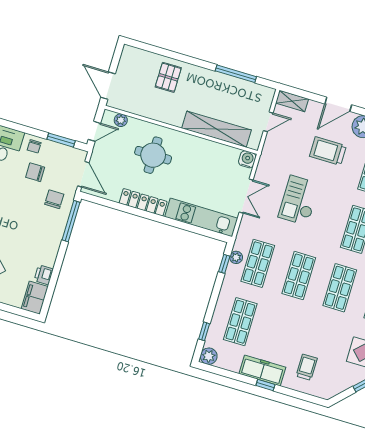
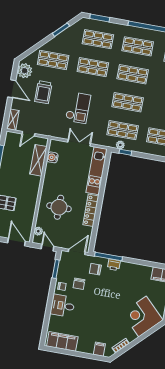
door: (108, 86) -> (16, 242), swing flipped
door: (268, 122) -> (28, 134), swing flipped
shelving: (217, 129) -> (38, 160), width x0.68
water cooler: (247, 159) -> (52, 157), moved
checkout: (299, 200) -> (78, 108), turned -90
printer: (44, 275) -> (114, 265), moved

